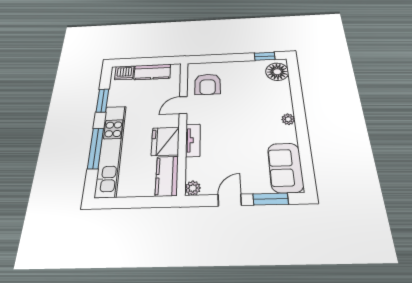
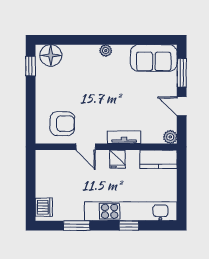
kitchen counter: (152, 72) -> (44, 179), removed
fridge: (165, 141) -> (117, 159), width x0.53, depth x0.75
window: (96, 148) -> (129, 226), width x0.46

